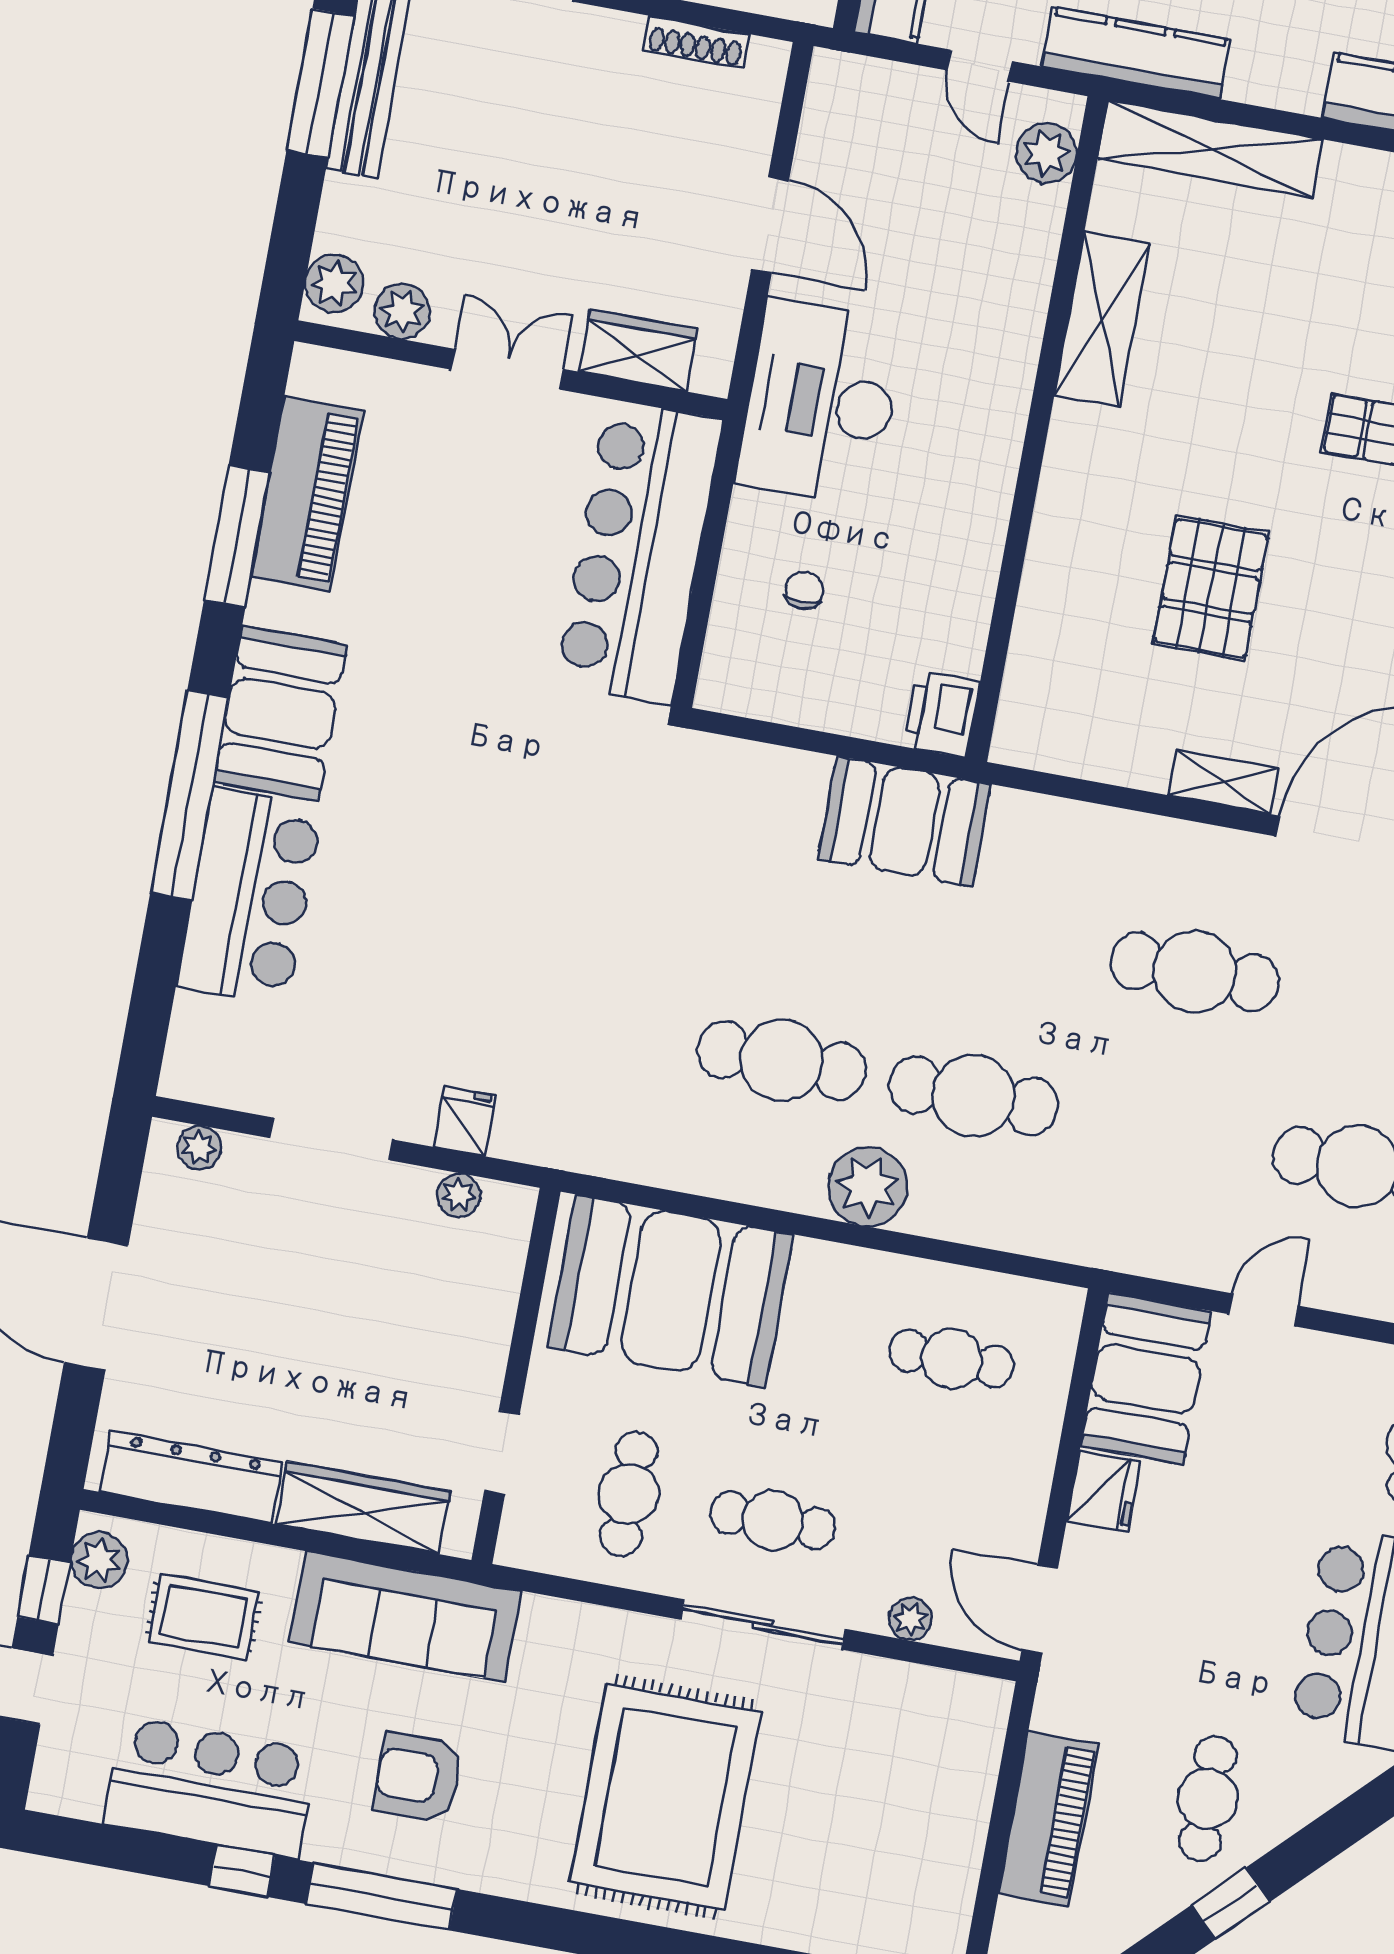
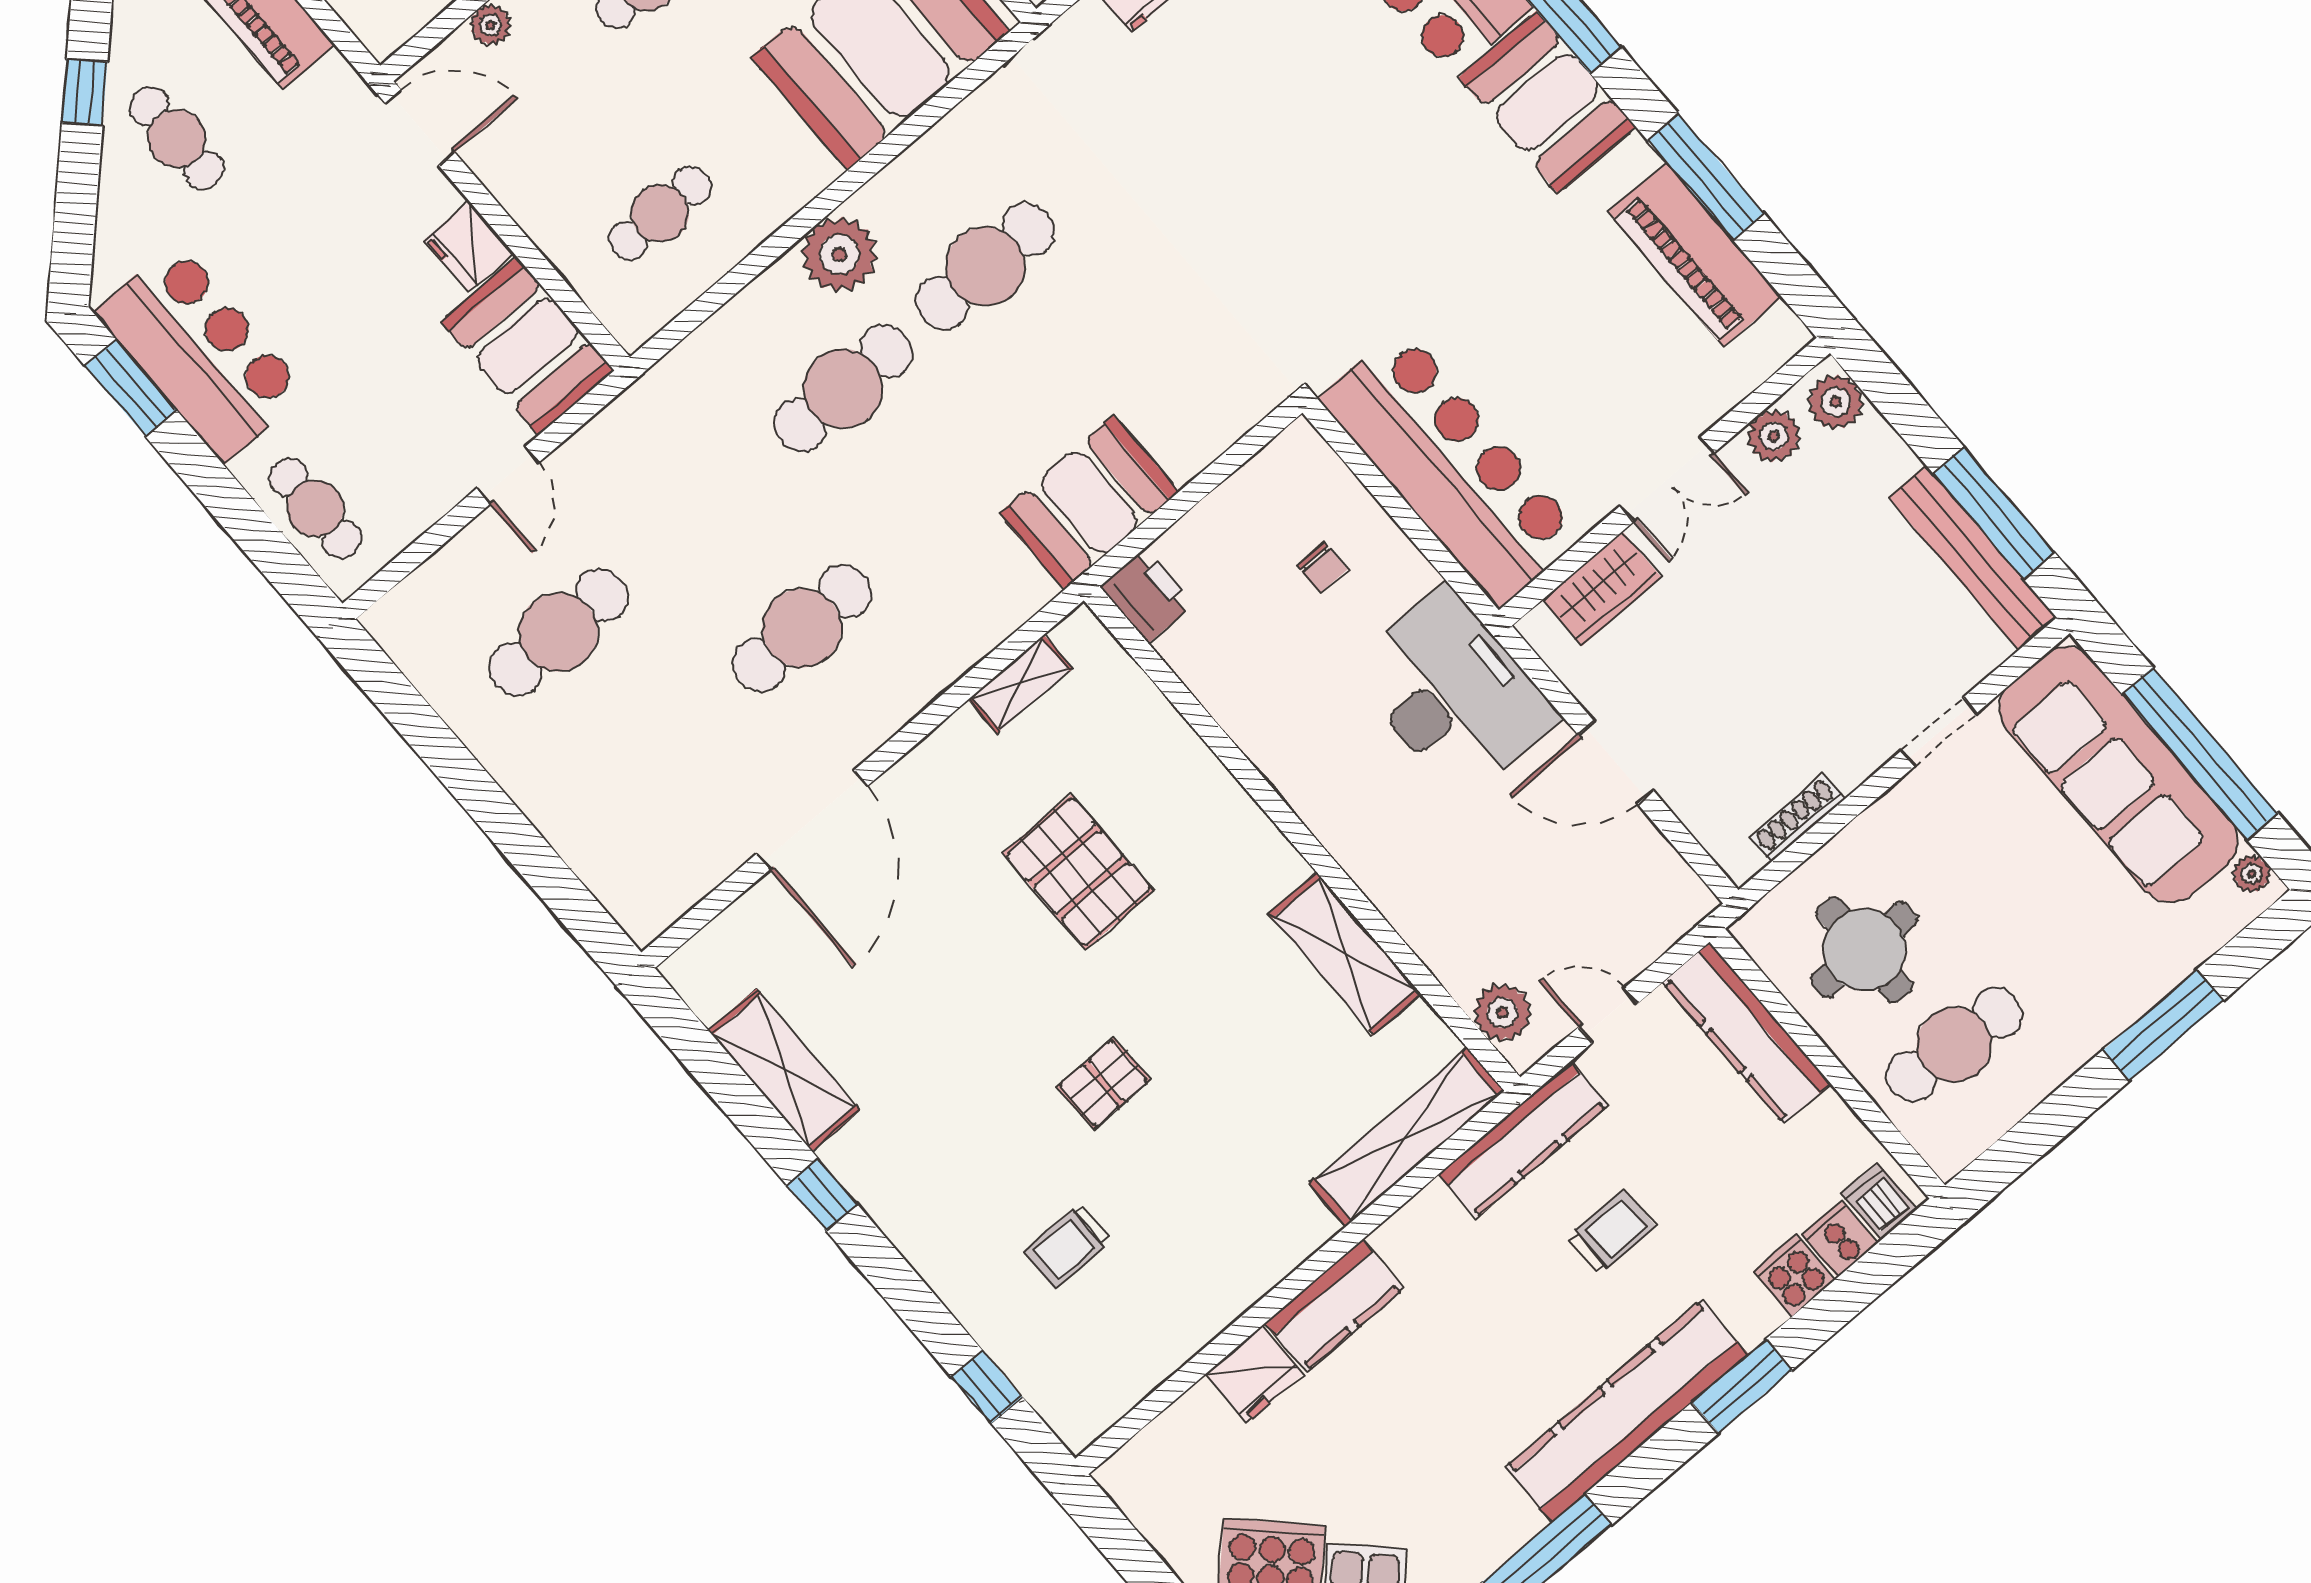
shelving: (1223, 782) -> (1021, 684), moved

